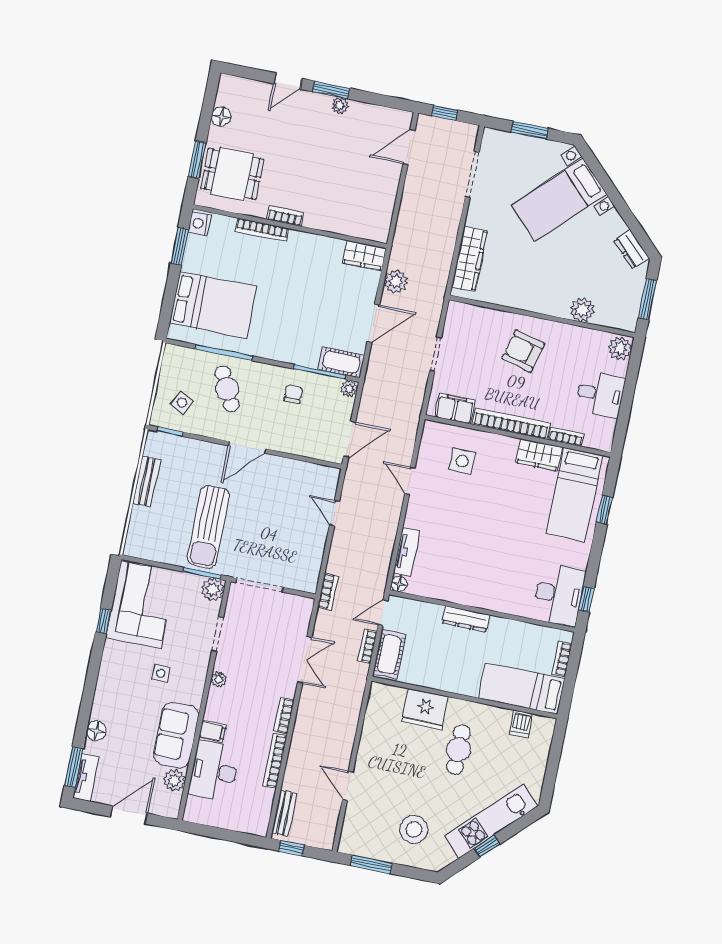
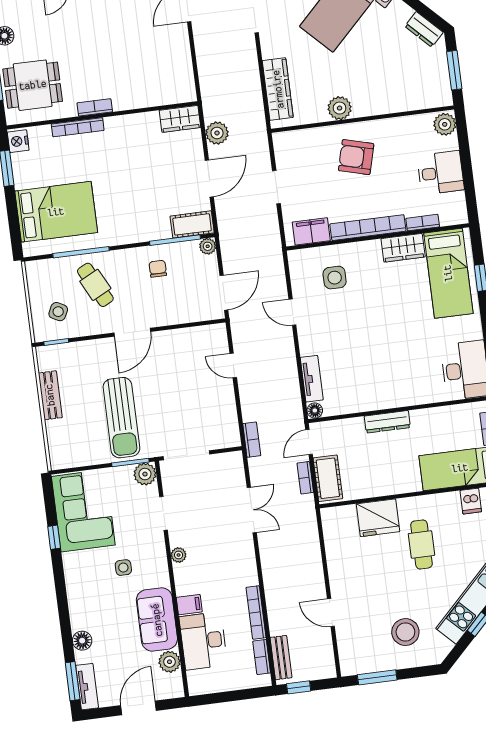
plant: (582, 310) -> (340, 108), moved
bookcase: (284, 716) -> (262, 657), moved

